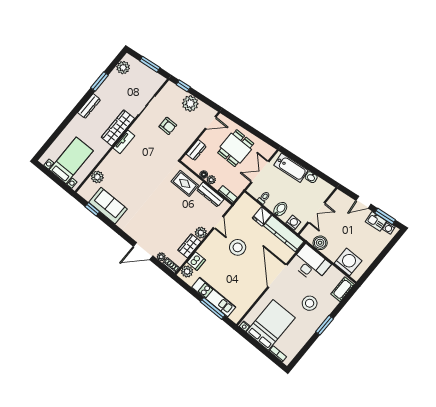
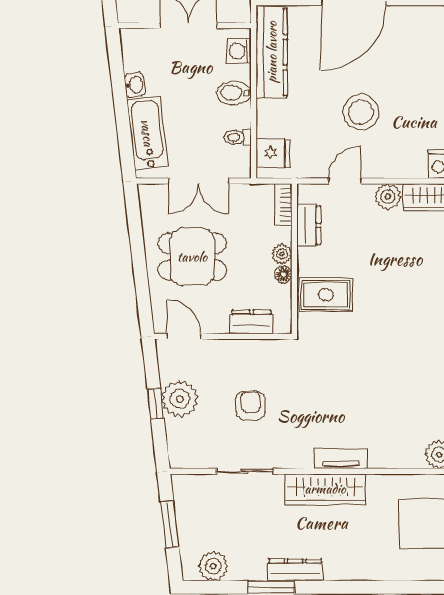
window: (183, 86) -> (156, 404), moved
dresser: (89, 106) -> (295, 570), moved
rug: (185, 183) -> (326, 295), turned 90
dresser: (210, 195) -> (309, 225), width x0.70
fridge: (262, 216) -> (273, 153), moved

